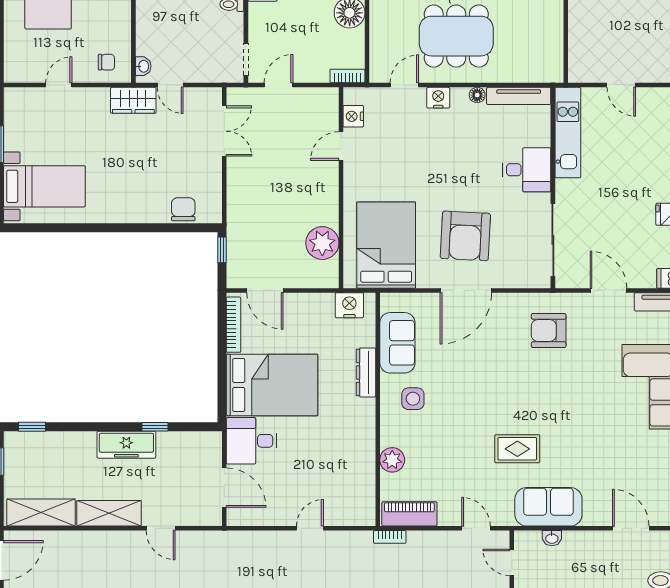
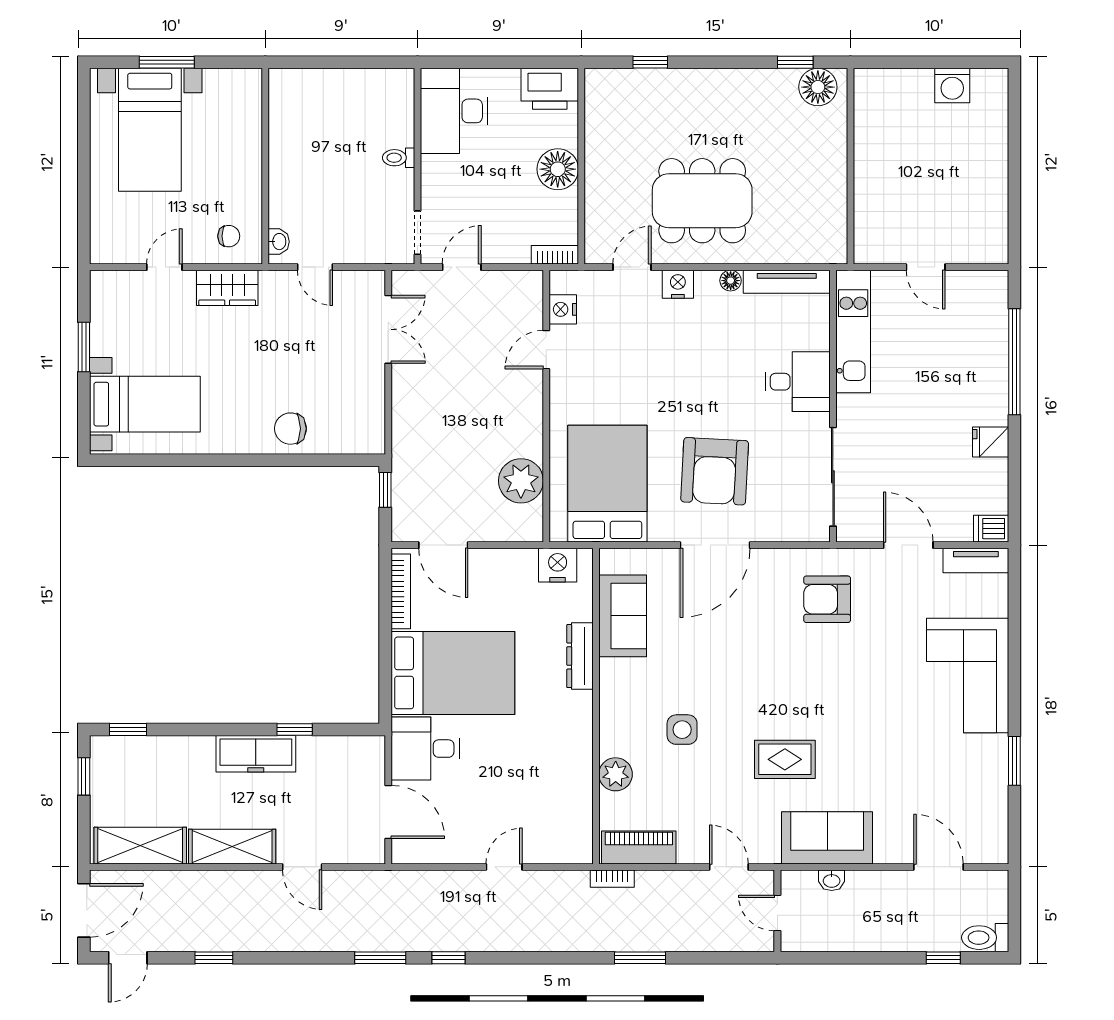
wardrobe: (133, 100) -> (227, 288), moved
chair: (183, 209) -> (290, 429), moved, turned -90
side table: (413, 399) -> (682, 730), moved

